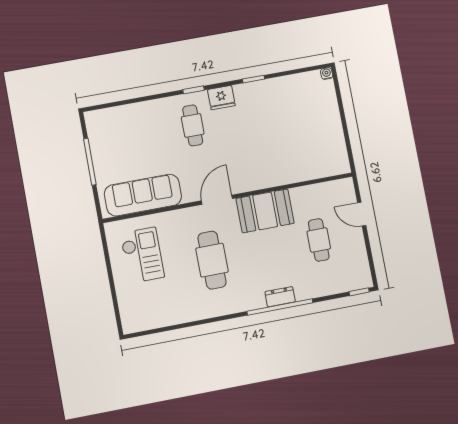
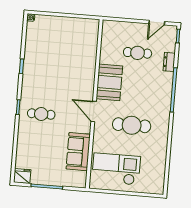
fridge: (221, 98) -> (22, 176), moved, turned -90
sofa: (143, 195) -> (78, 152), width x0.73
door: (362, 214) -> (157, 23), moved
checkout: (142, 255) -> (116, 169), width x1.36, depth x1.21
dresser: (280, 297) -> (169, 62), moved

